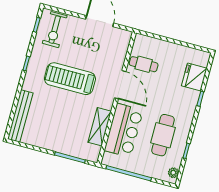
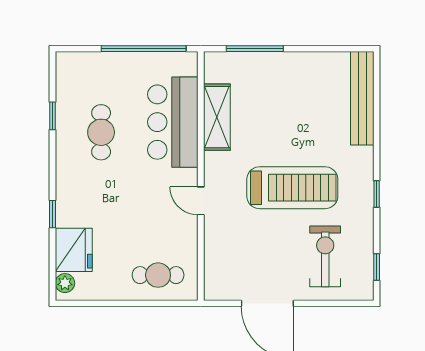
exercise bike: (55, 30) -> (325, 256), moved
cafe table: (144, 64) -> (158, 275), moved
door: (120, 85) -> (201, 201), width x0.53
cafe table: (163, 135) -> (101, 132), width x0.73, depth x0.74
plant: (173, 173) -> (65, 283), moved

